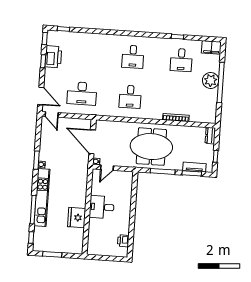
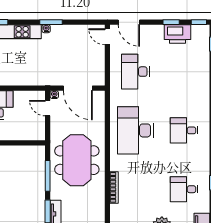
door: (41, 96) -> (129, 22), hinge flipped
desk: (130, 97) -> (135, 130), width x1.87, depth x1.30
door: (52, 114) -> (107, 37), hinge flipped
door: (92, 142) -> (78, 88), swing flipped

